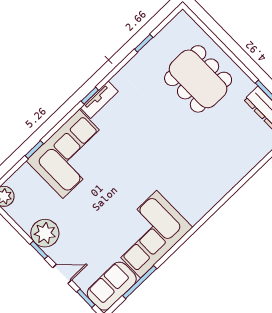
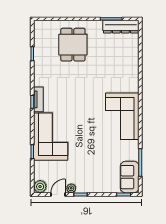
dining table: (198, 79) -> (73, 45), width x0.73
plant: (45, 233) -> (71, 188), width x0.53, depth x0.53
corner sofa: (149, 234) -> (122, 116), moved
door: (62, 274) -> (58, 194), moved

